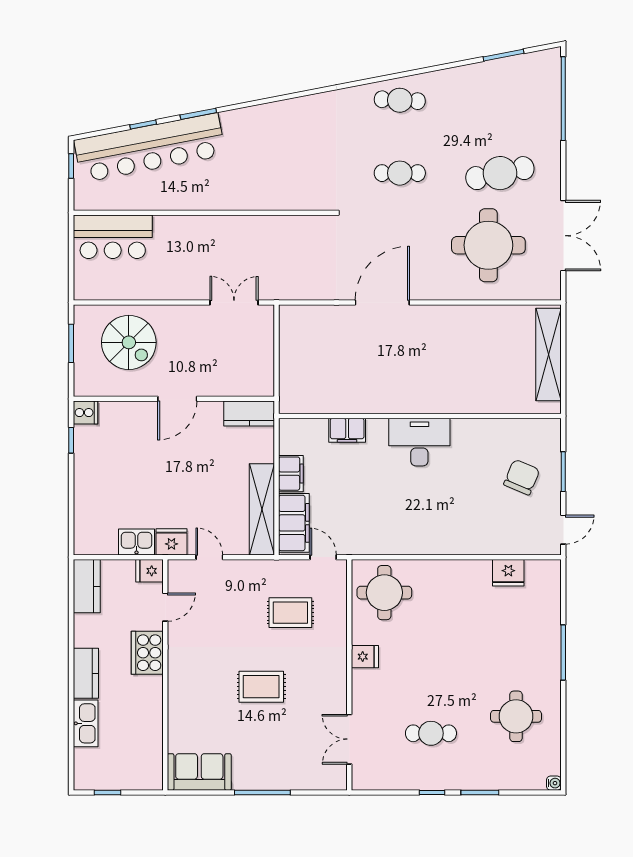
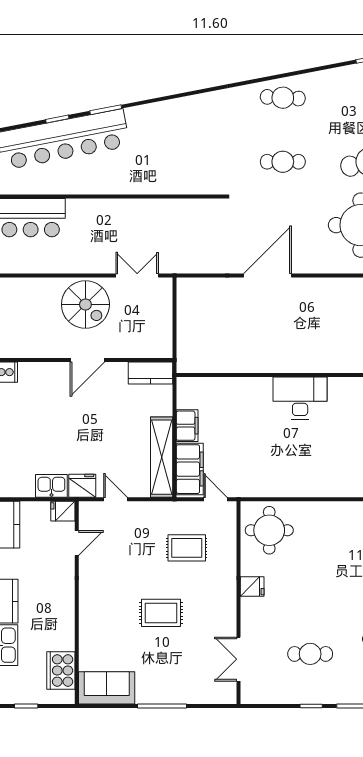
spiral stairs: (129, 342) -> (85, 304), moved
filing cabinet: (347, 430) -> (236, 388), removed
cooker: (147, 653) -> (61, 670), moved

